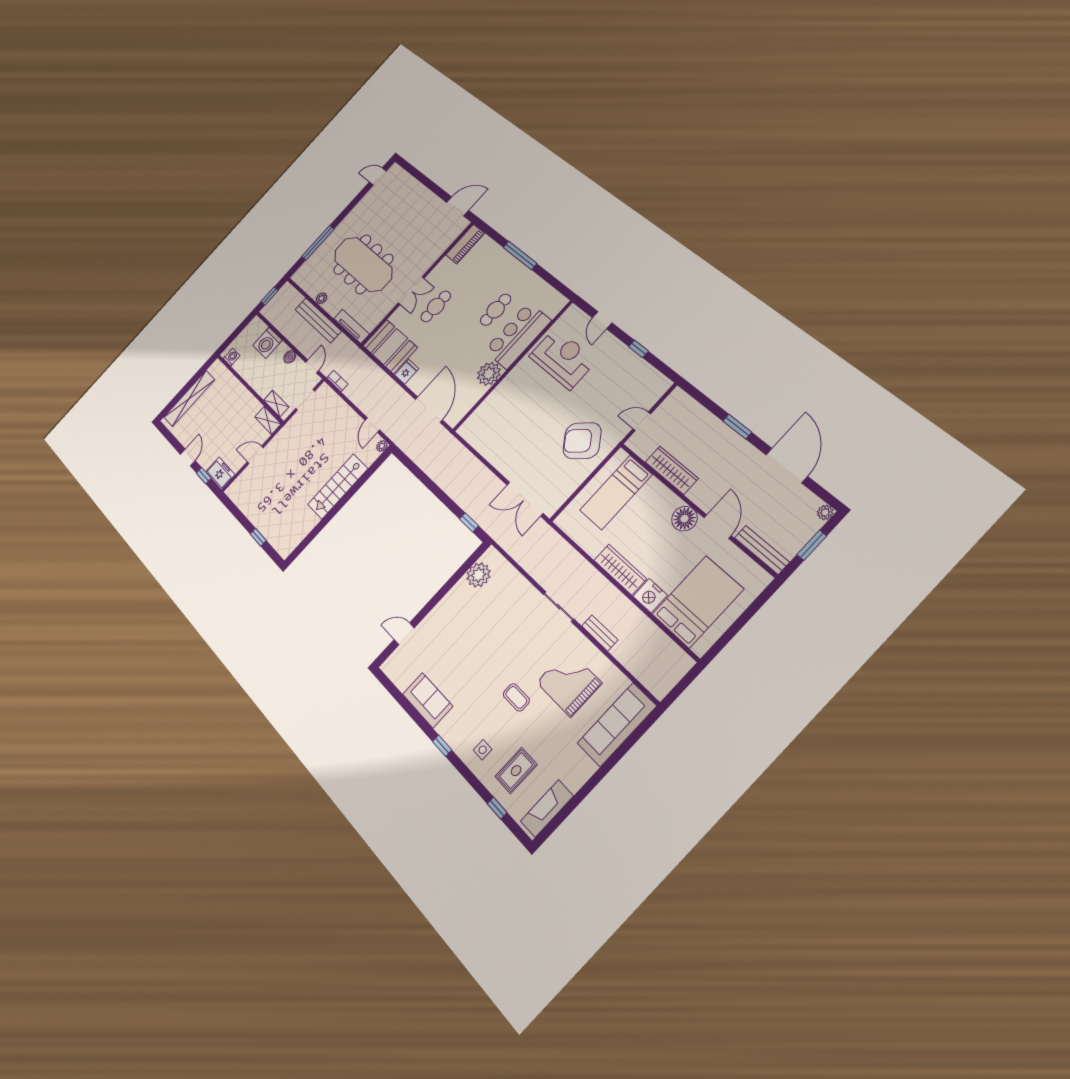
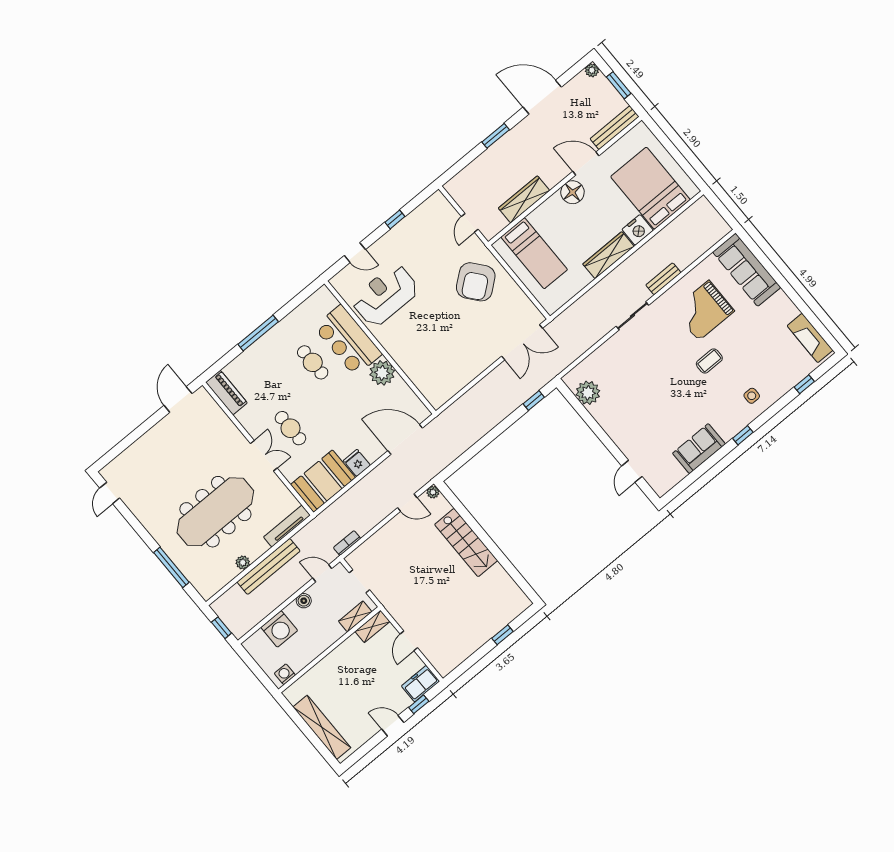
rug: (516, 771) -> (774, 365), removed

